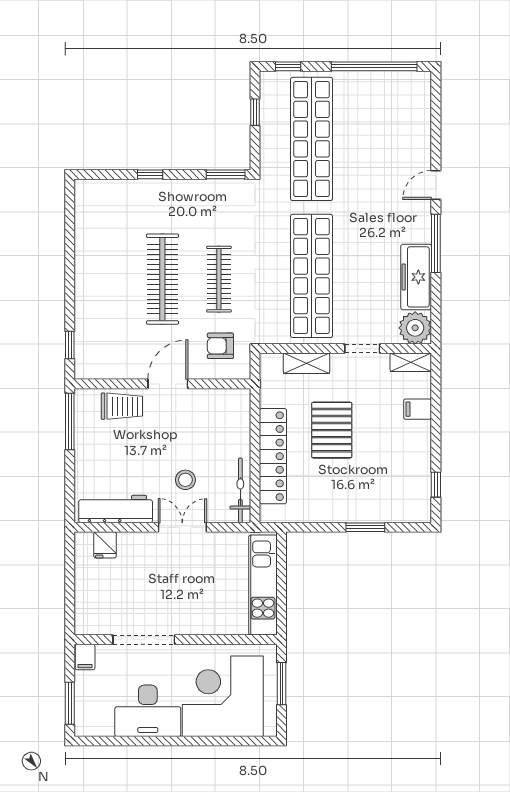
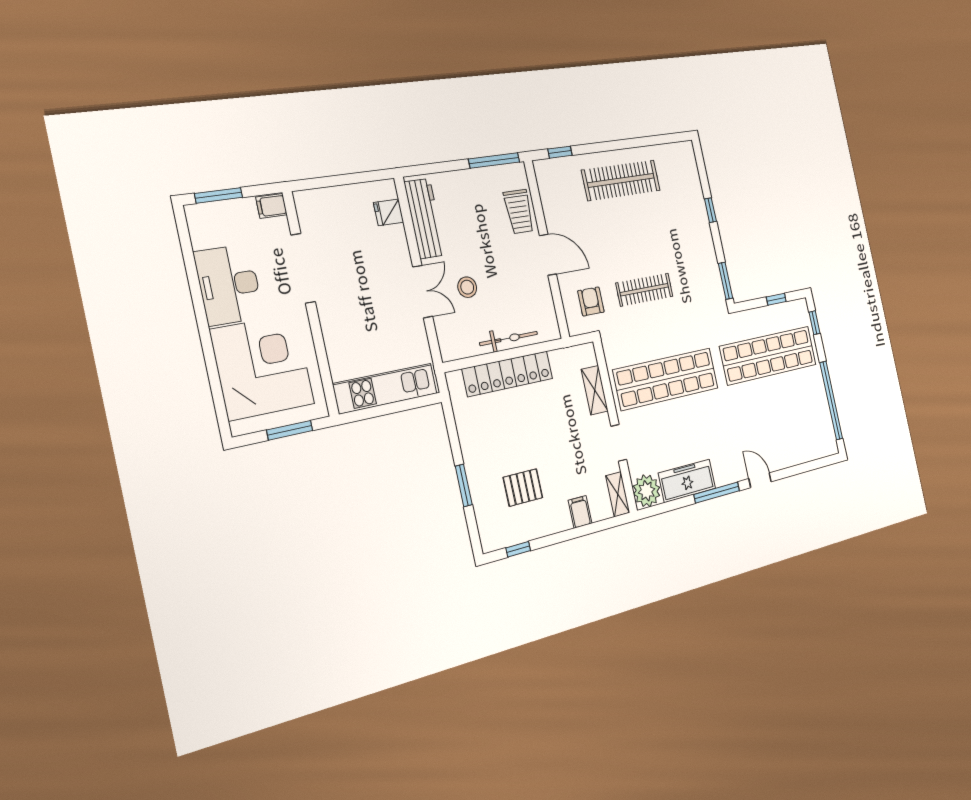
clothes rail: (162, 279) -> (621, 180), moved
pallet: (332, 430) -> (523, 488), moved, width x0.67, depth x0.71
bicycle: (240, 490) -> (509, 338), moved

